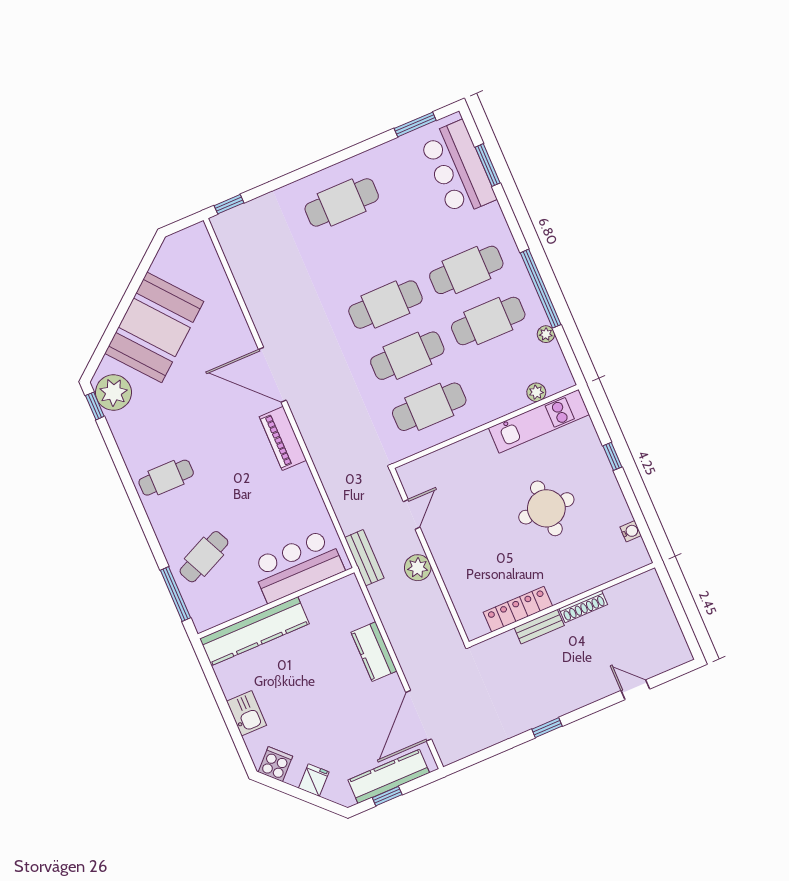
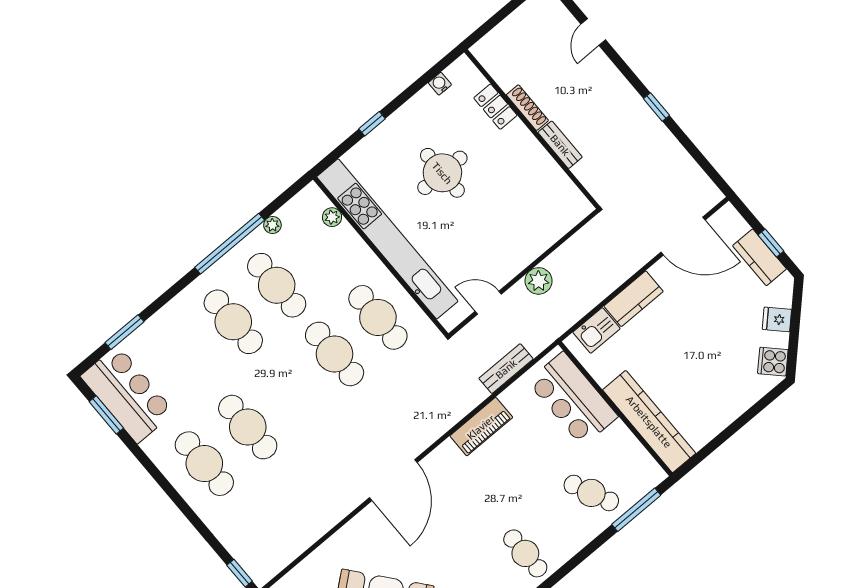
bar counter: (458, 169) -> (128, 394), moved, turned -90
cafe table: (385, 305) -> (248, 427), moved
kitchen unit: (539, 421) -> (387, 239), width x1.86
piano: (283, 438) -> (481, 427), moved
bench: (364, 558) -> (506, 369), moved
locker: (518, 609) -> (495, 107), moved, width x0.66
kitchen sink: (247, 713) -> (596, 330), moved, turned 180
kitchen counter: (389, 776) -> (760, 257), width x0.67

